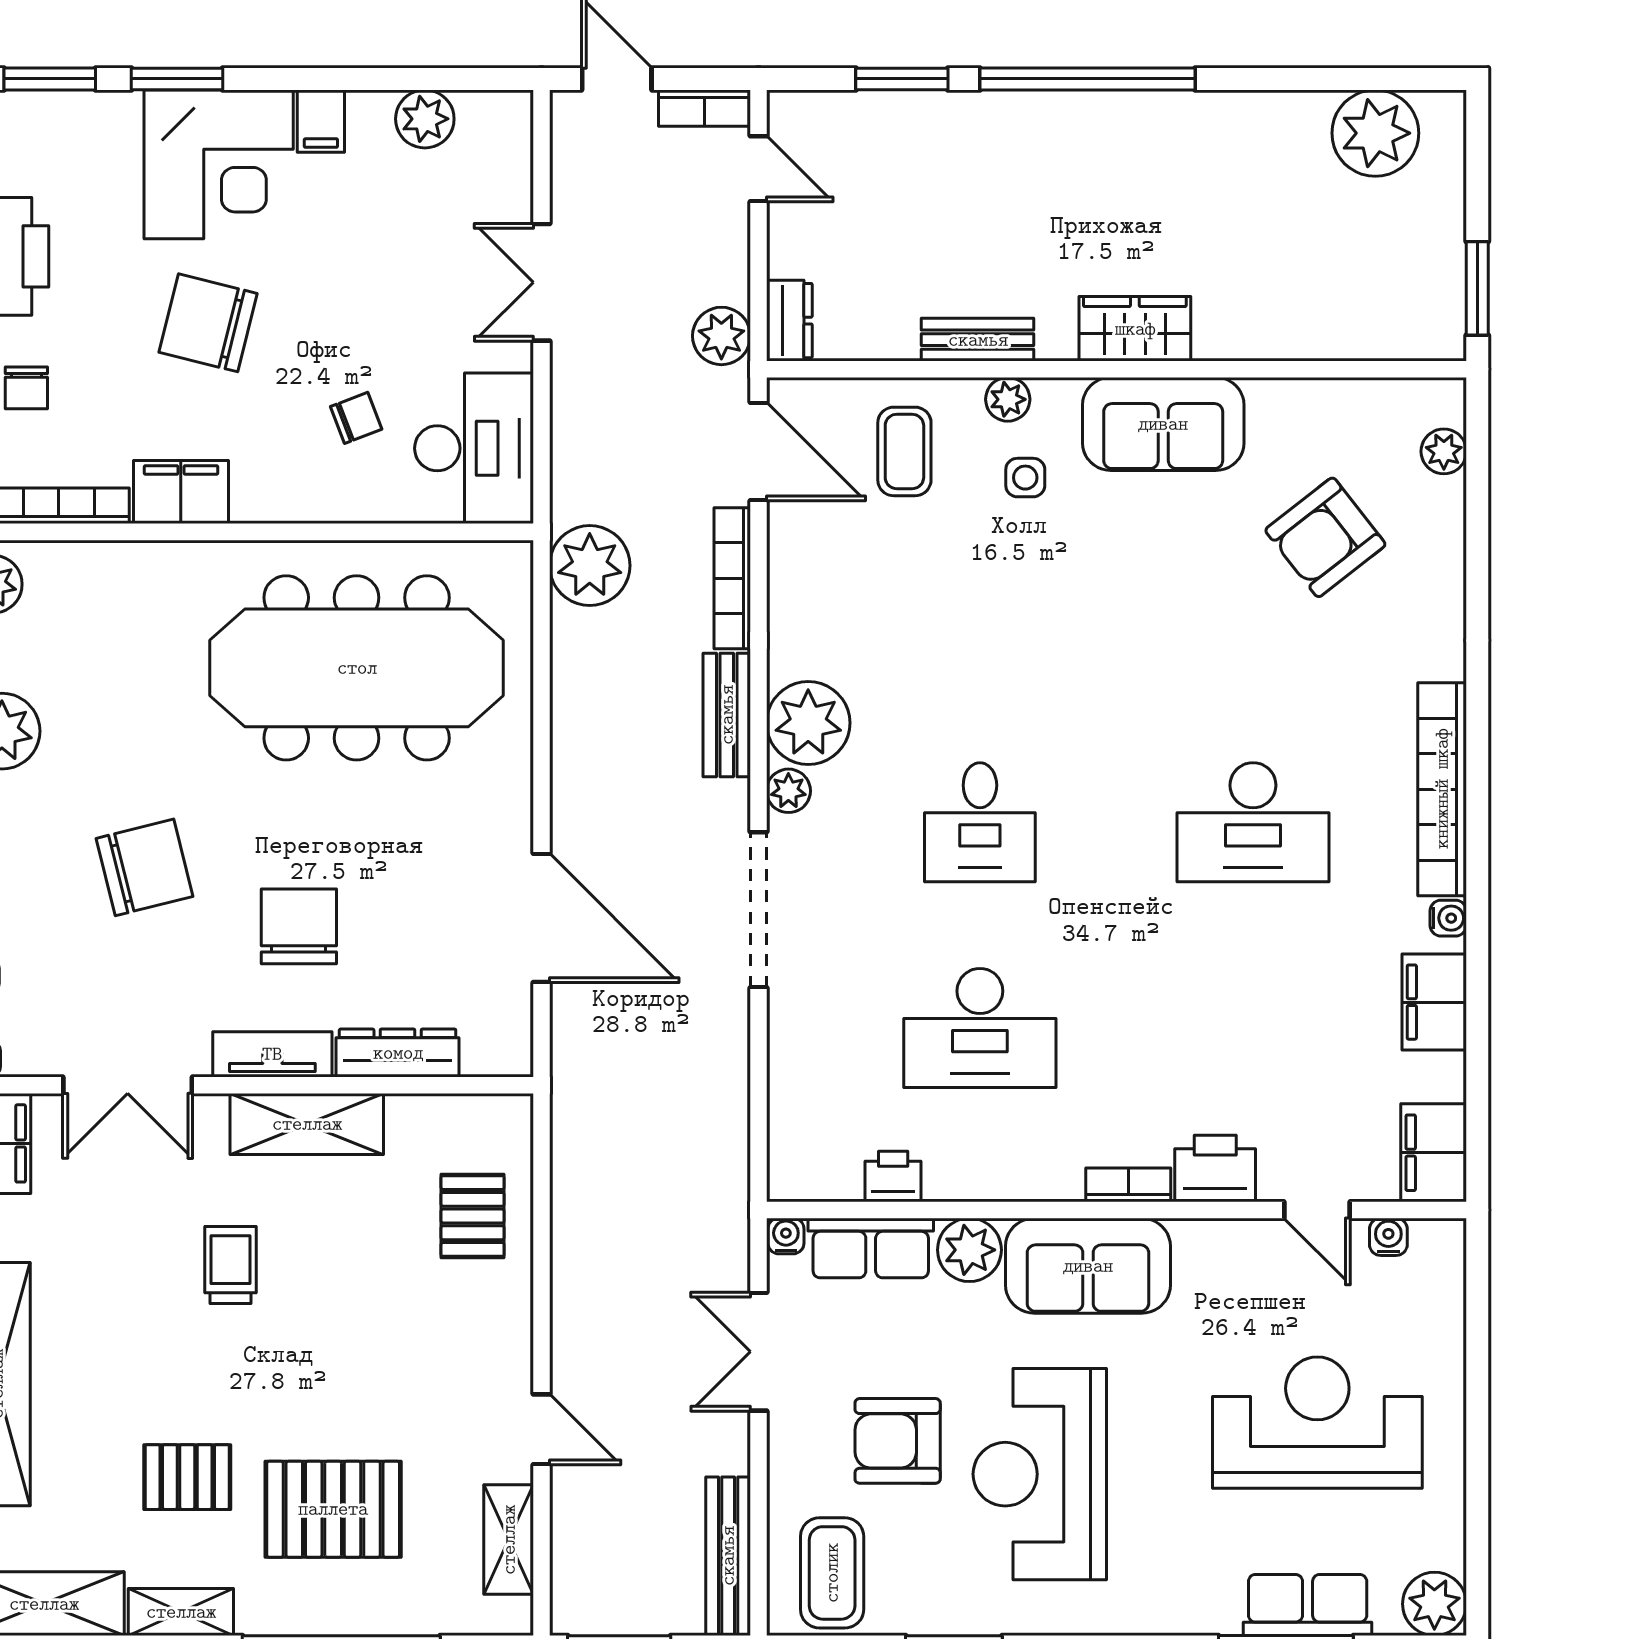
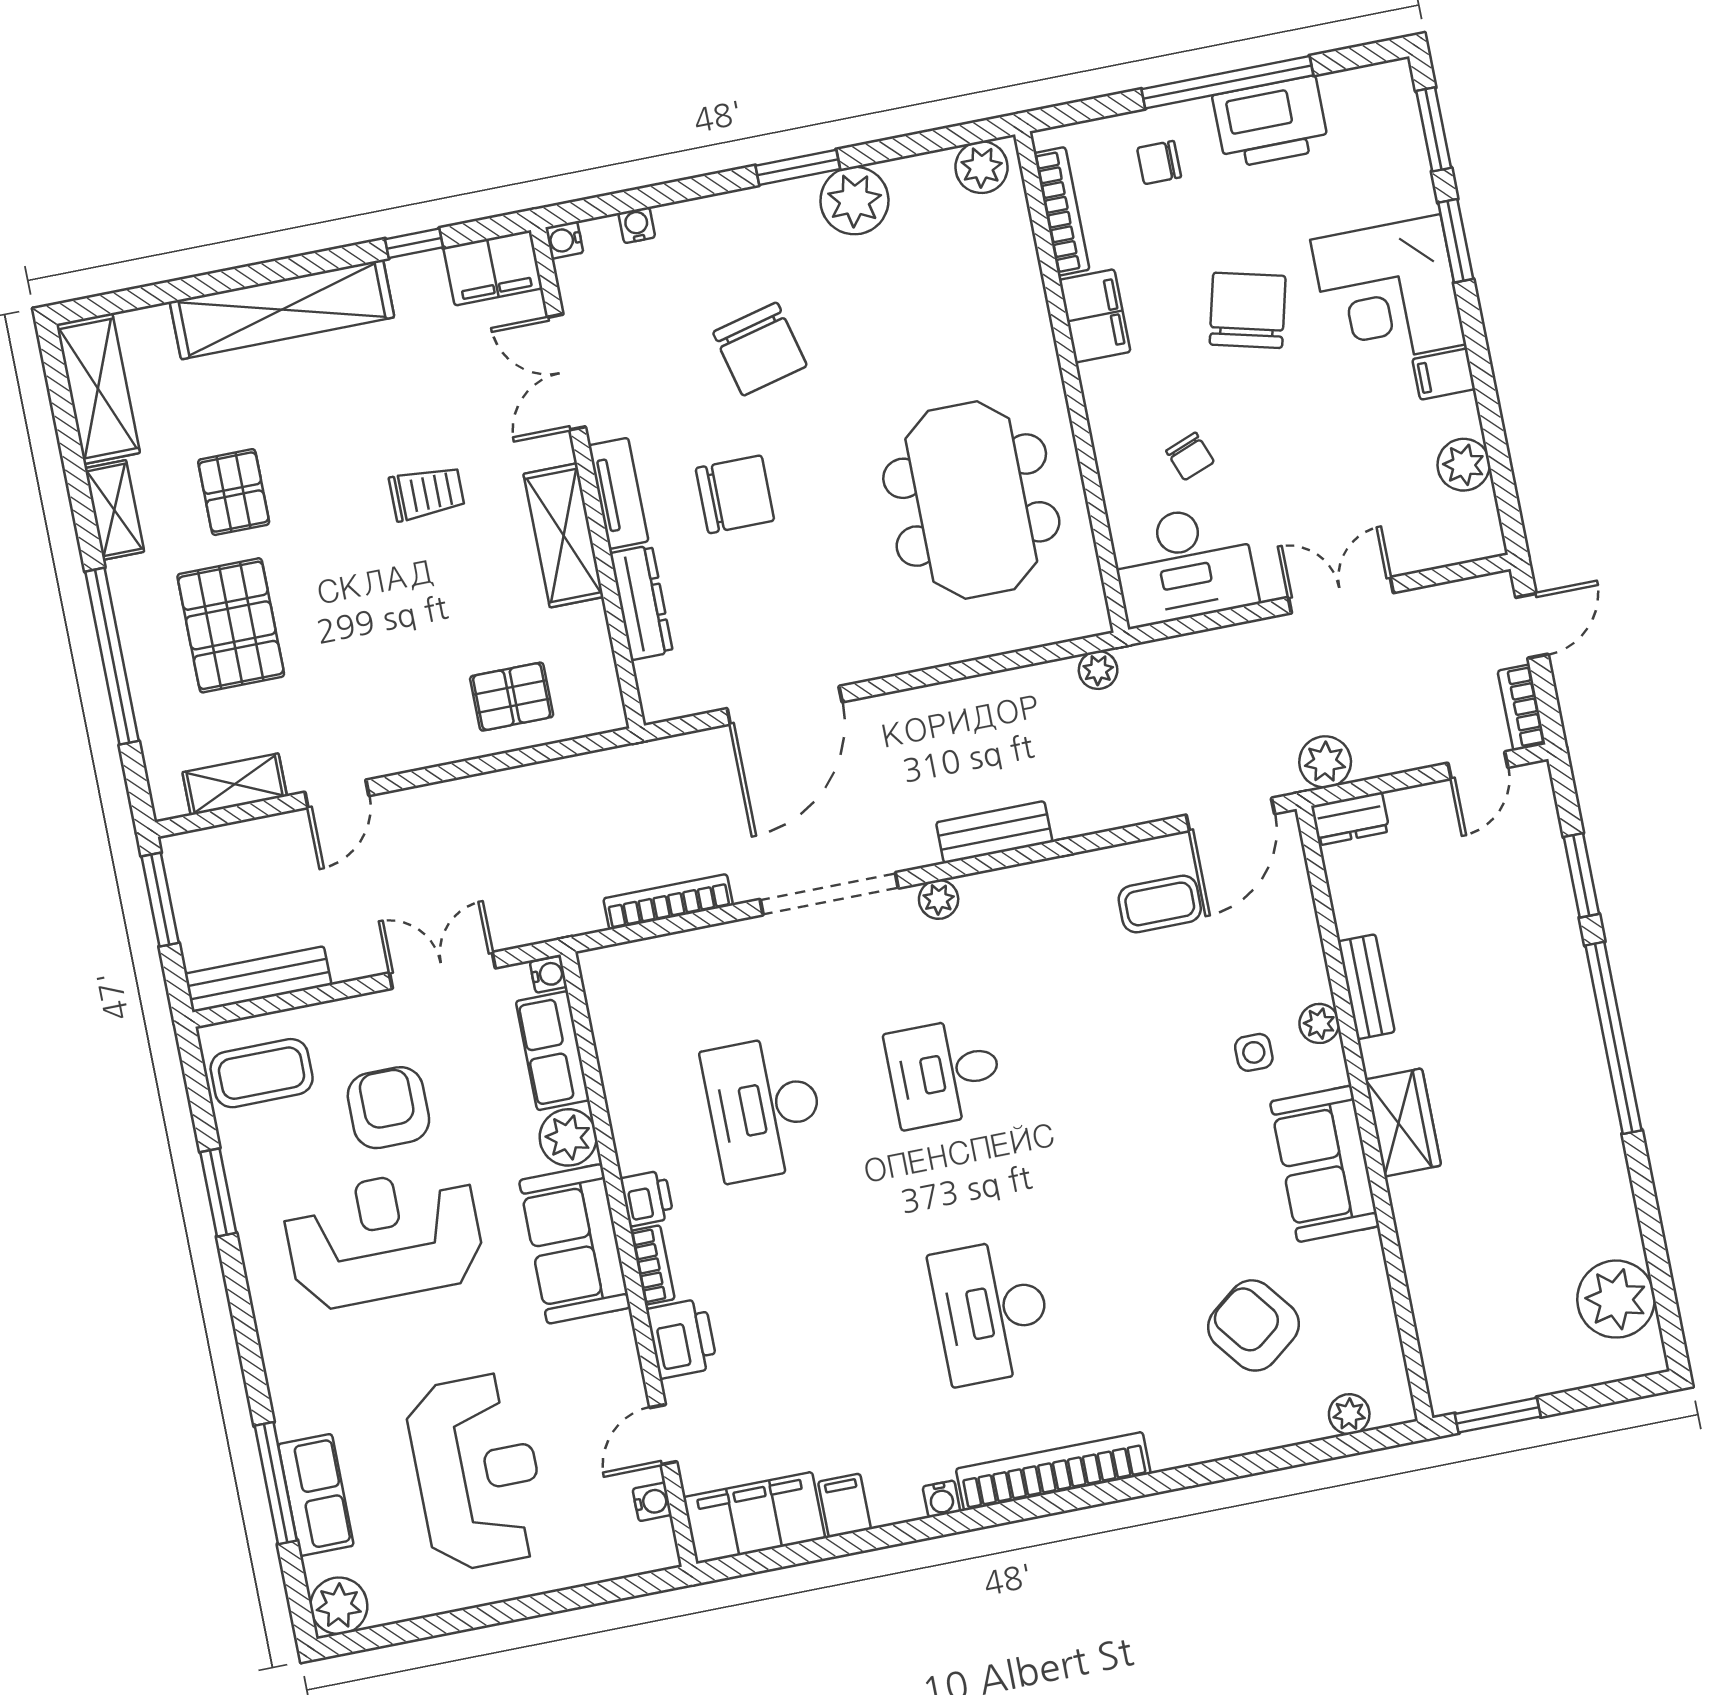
coffee table: (904, 451) -> (1160, 904), moved
plant: (590, 566) -> (1098, 670), width x0.53, depth x0.53
bookcase: (732, 578) -> (668, 902), moved
meeting table: (357, 668) -> (971, 500), width x0.73
plant: (808, 723) -> (1001, 905), removed
filing cabinet: (1434, 1002) -> (845, 1505), width x0.50
filing cabinet: (1434, 1153) -> (754, 1518), width x1.50, depth x1.17
printer: (893, 1176) -> (647, 1198), moved

